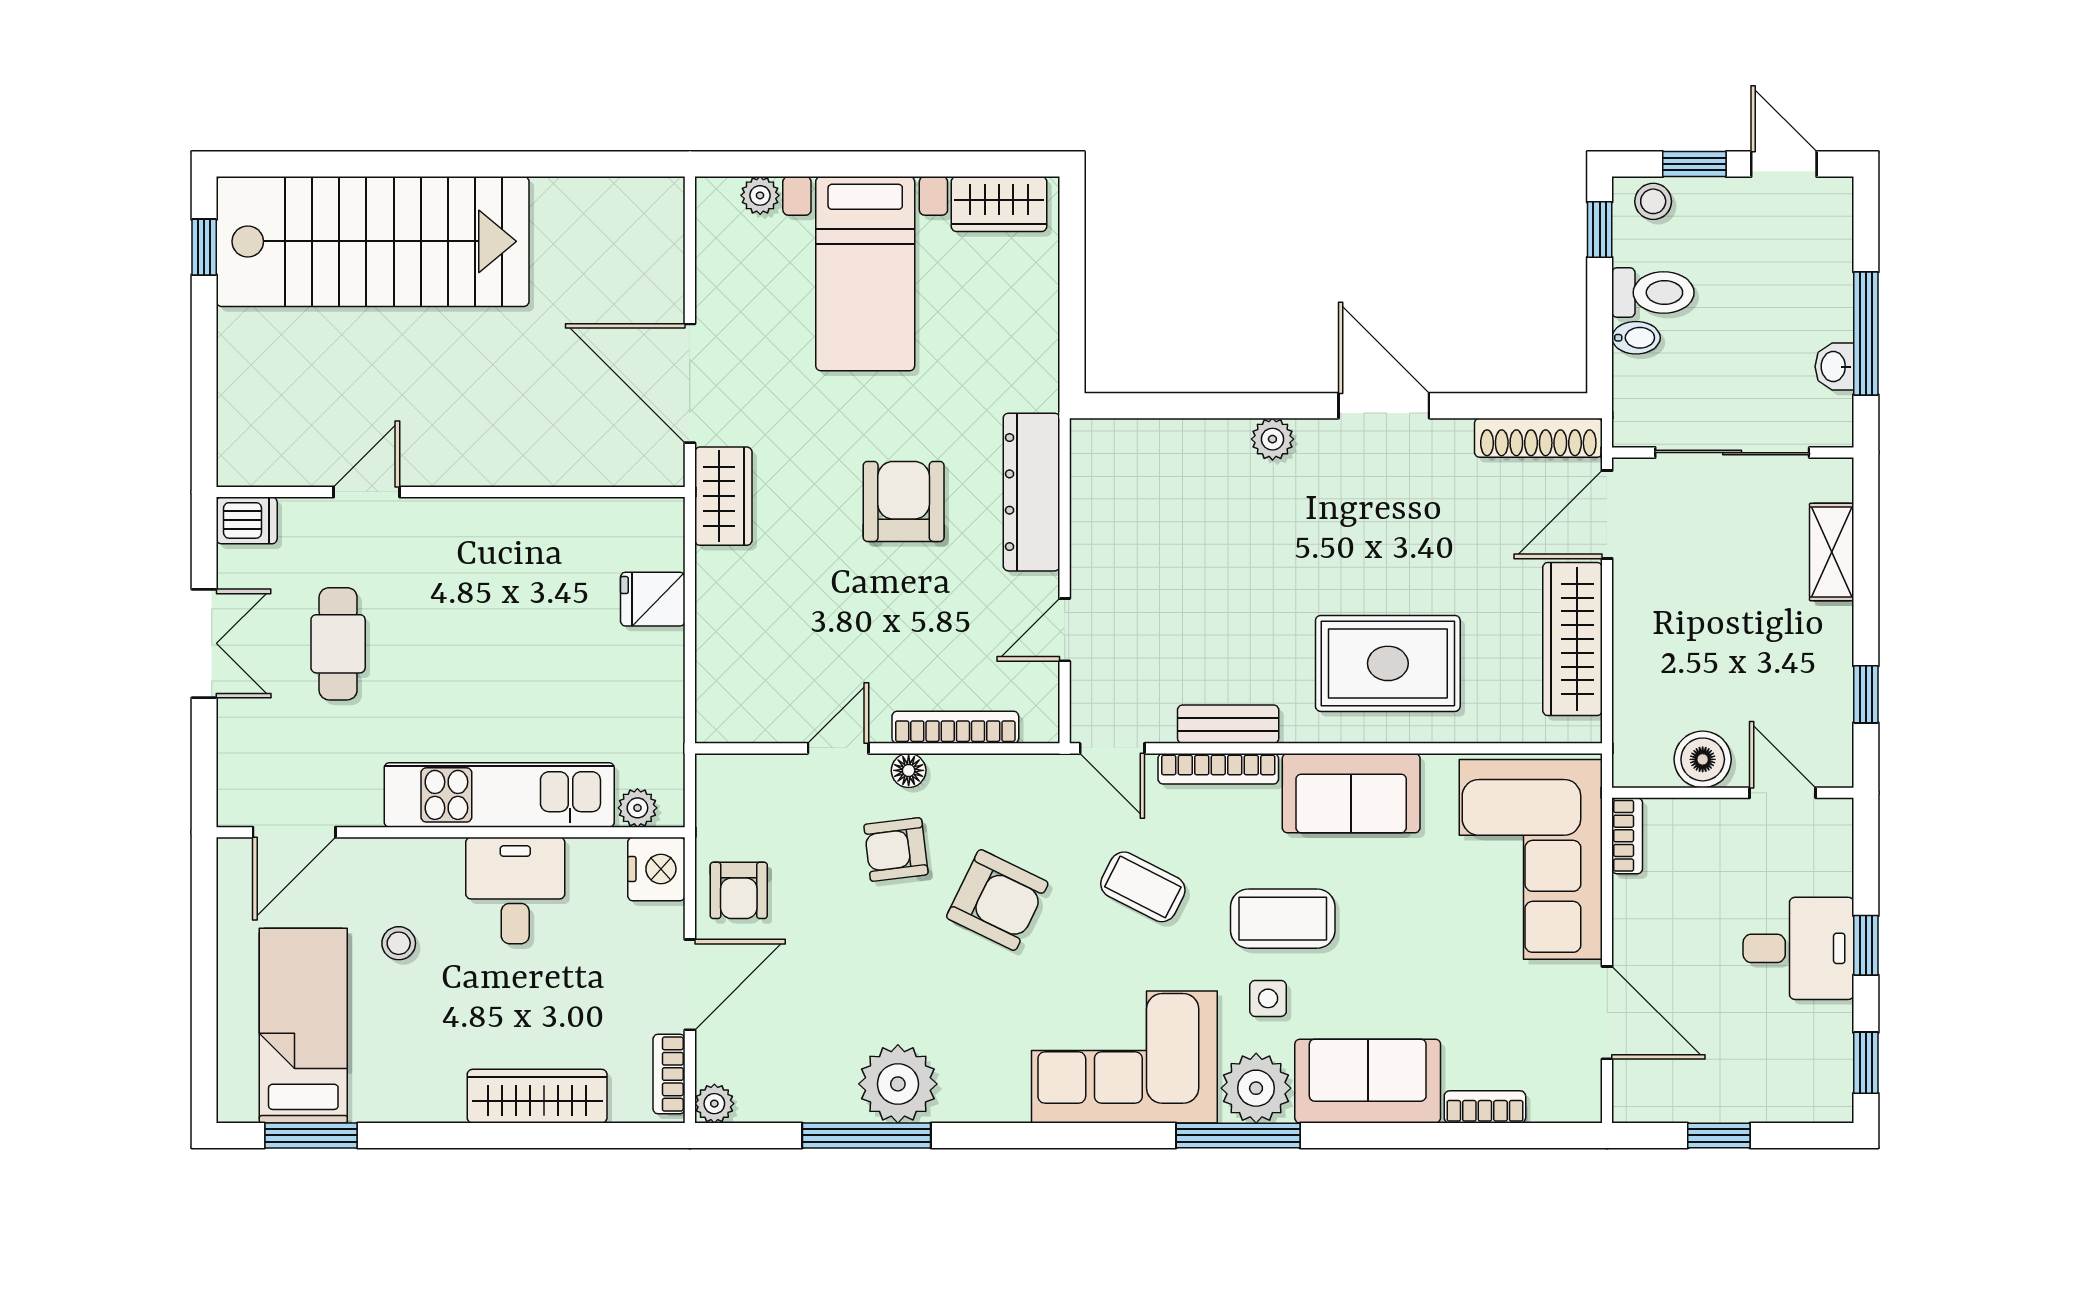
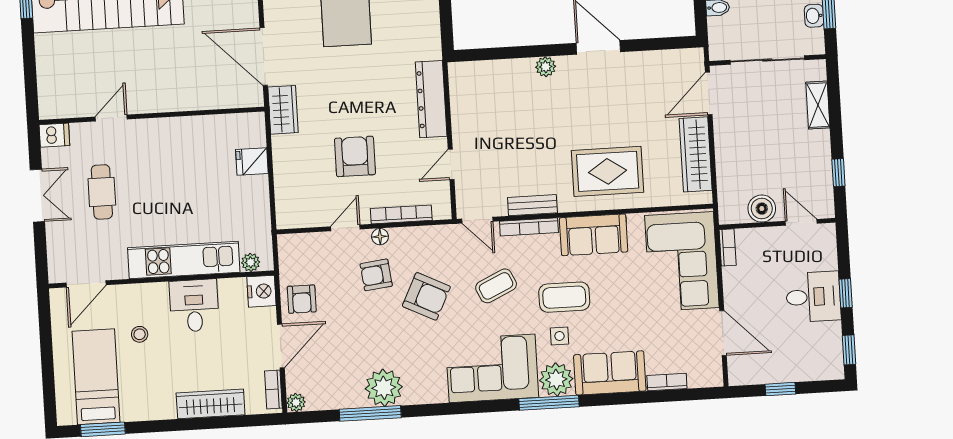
shoe rack: (1538, 438) -> (674, 58), removed
armchair: (904, 501) -> (355, 156), moved
coffee table: (1143, 887) -> (496, 286), turned -52

